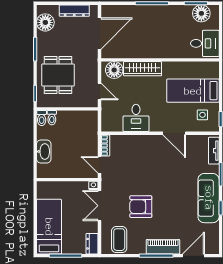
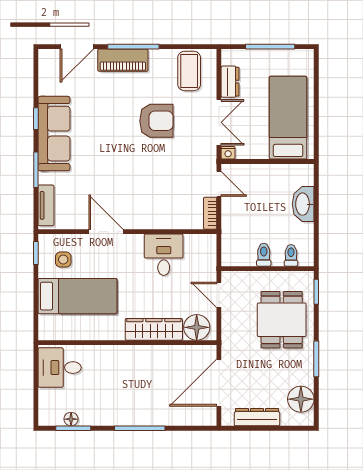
floor lamp: (201, 13) -> (71, 419), width x0.53, depth x0.53
toilet: (42, 118) -> (264, 255), moved
bed: (49, 227) -> (288, 118), moved, turned 180
dresser: (92, 244) -> (230, 82), moved

